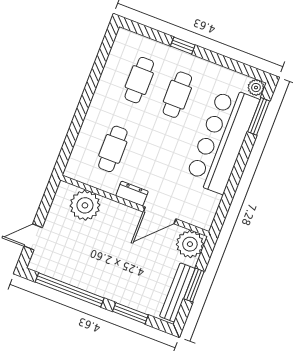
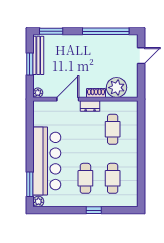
shoe rack: (117, 209) -> (96, 93), added
plant: (190, 244) -> (38, 93), width x0.53, depth x0.53
window: (130, 313) -> (51, 31), moved

